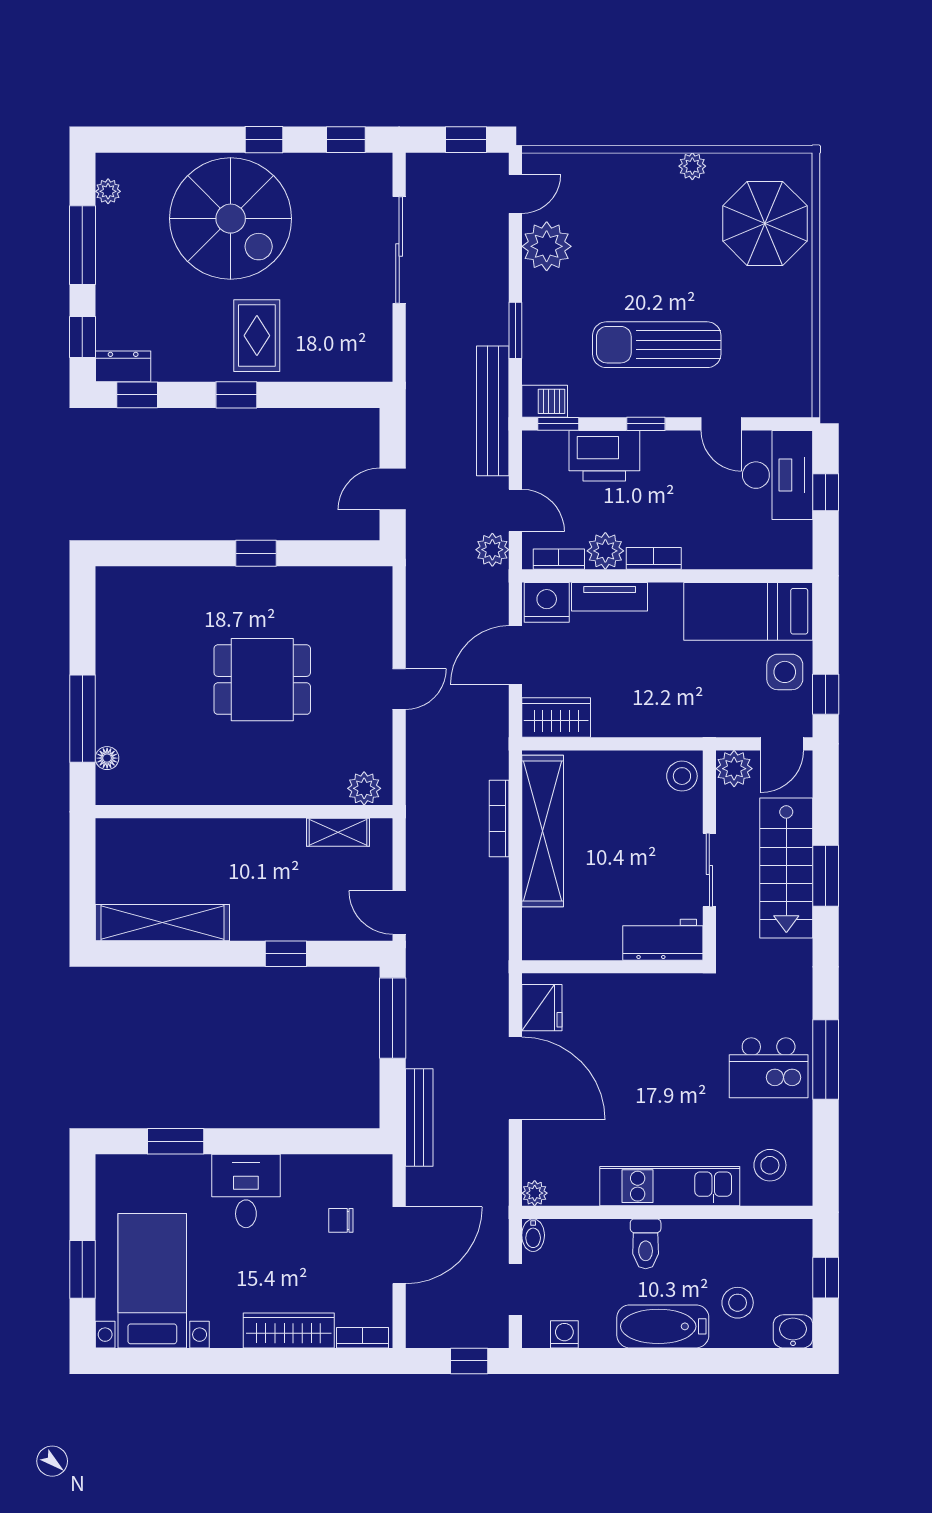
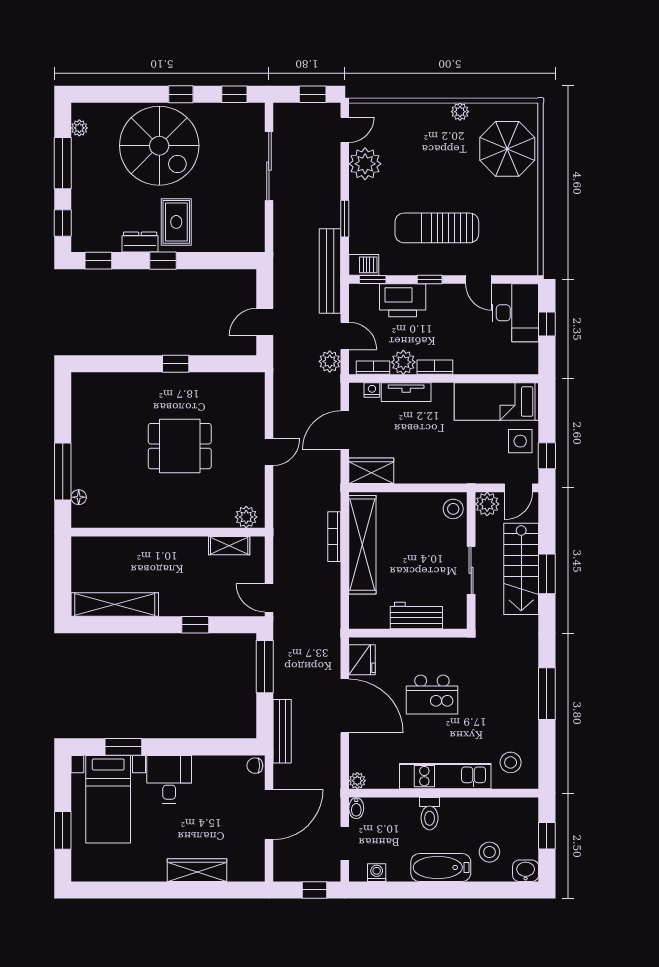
dresser: (123, 366) -> (140, 242), moved
nightstand: (547, 602) -> (372, 390), width x0.53, depth x0.56
workbench: (663, 940) -> (416, 616), moved
kitchen island: (769, 1068) -> (432, 695), moved
chair: (341, 1220) -> (255, 766), moved
bed with nightstands: (152, 1281) -> (108, 799), moved, turned 180
bookcase: (363, 1338) -> (245, 875), removed

